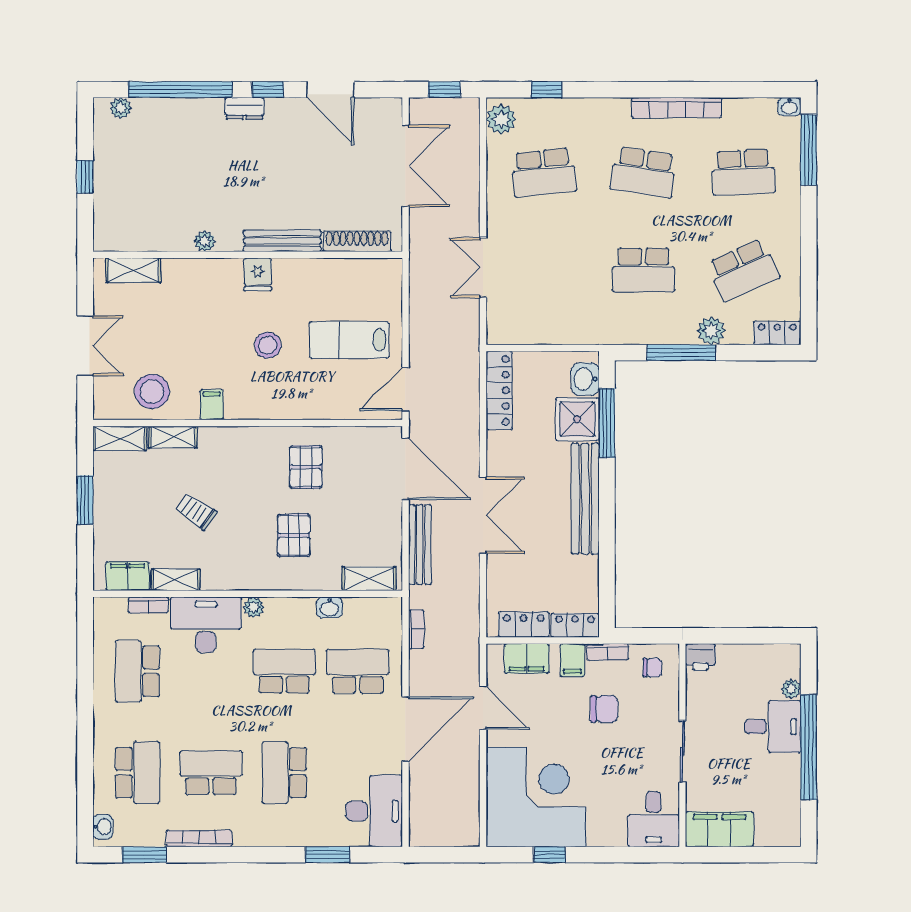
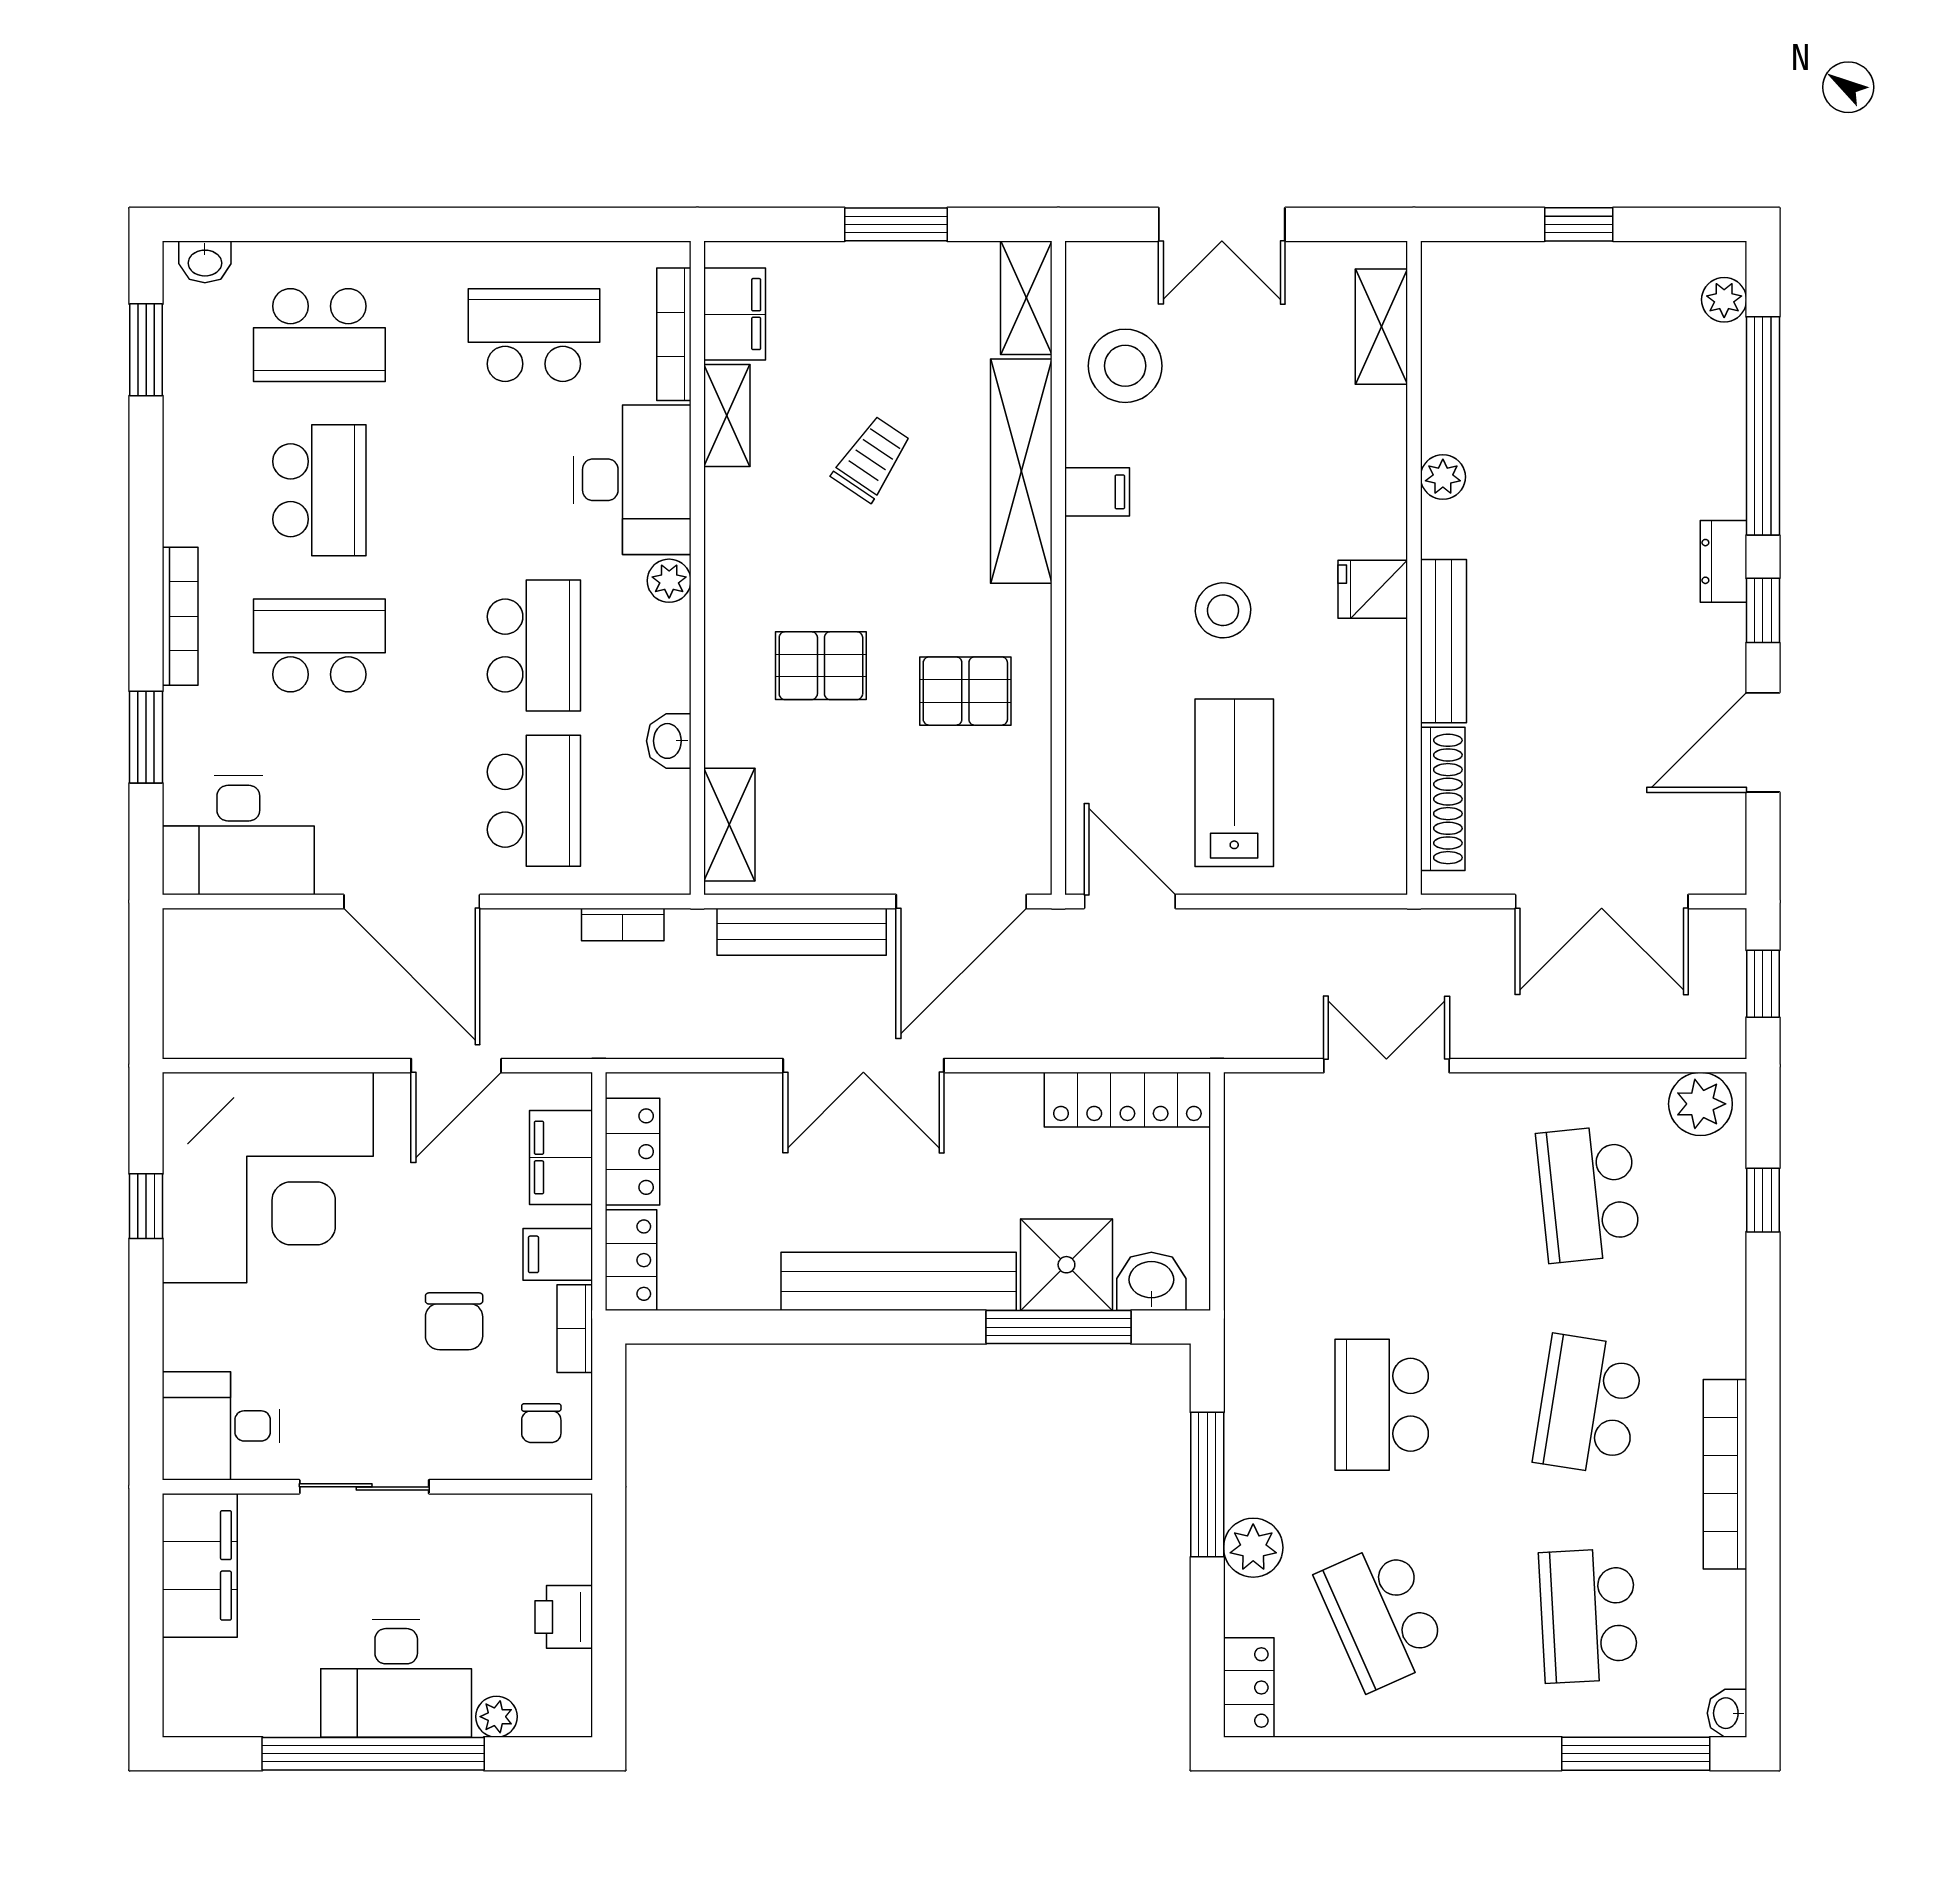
shelving: (173, 437) -> (1021, 471), width x2.20, depth x1.33
bookcase: (148, 605) -> (674, 334), width x1.56
printer: (700, 657) -> (564, 1617), moved
desk: (773, 727) -> (396, 1678), width x1.37
bookcase: (199, 839) -> (180, 616), moved

